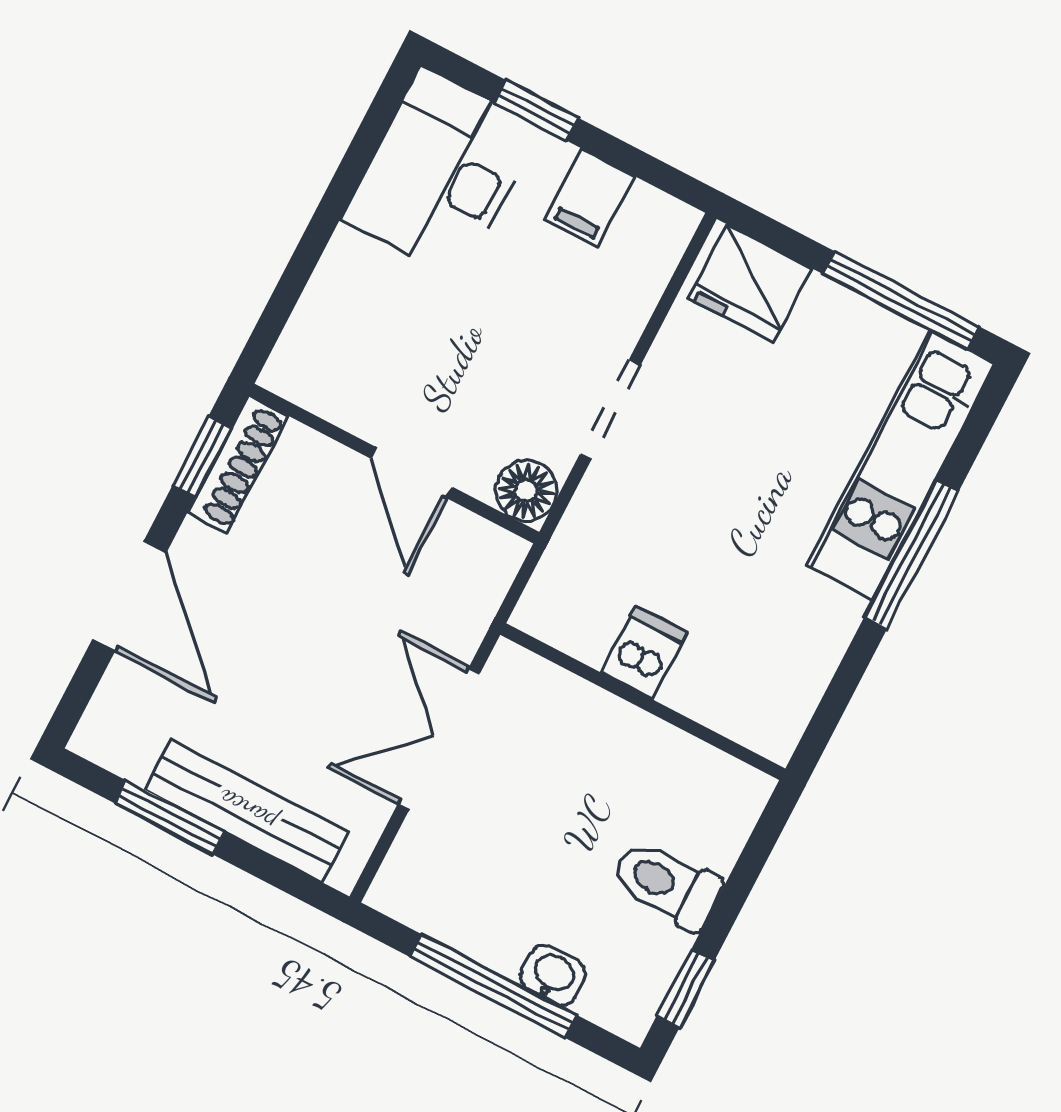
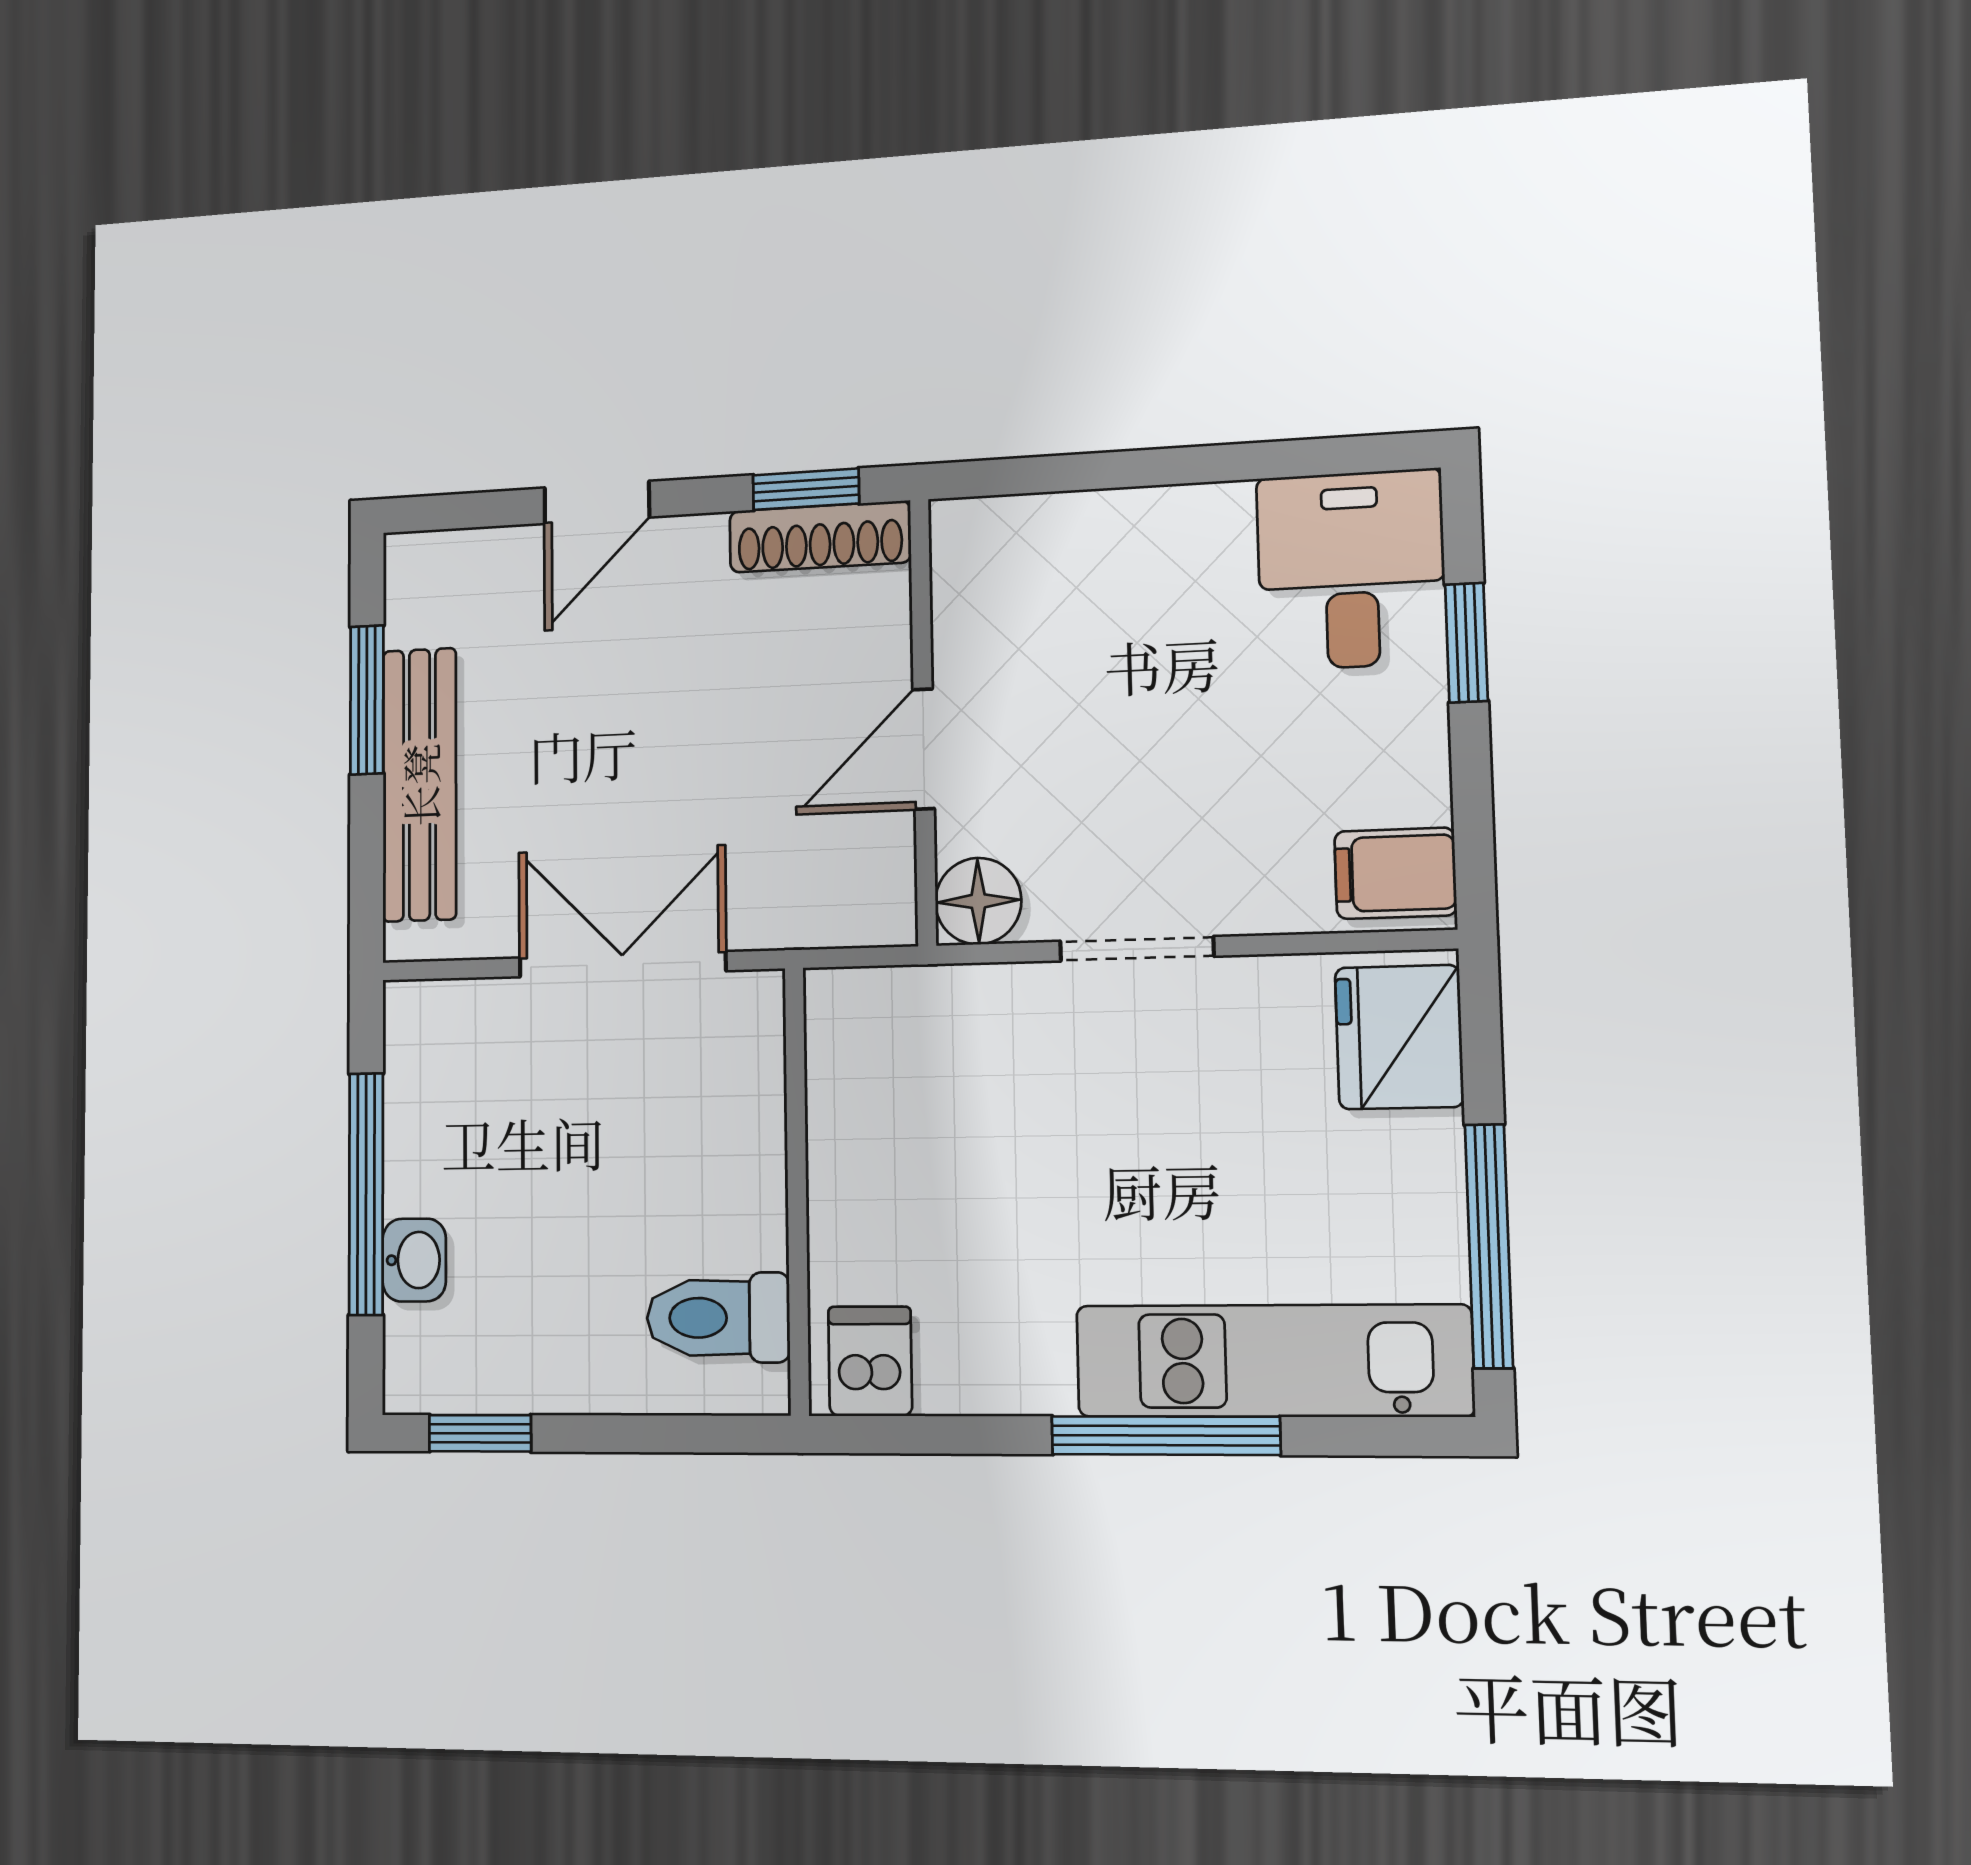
desk: (441, 173) -> (1351, 570), width x0.73
filing cabinet: (590, 198) -> (1395, 873), moved
door: (129, 596) -> (597, 502), width x0.73
dishwasher: (644, 653) -> (870, 1361), moved, turned -90
toilet: (667, 884) -> (718, 1318), moved, turned -90

